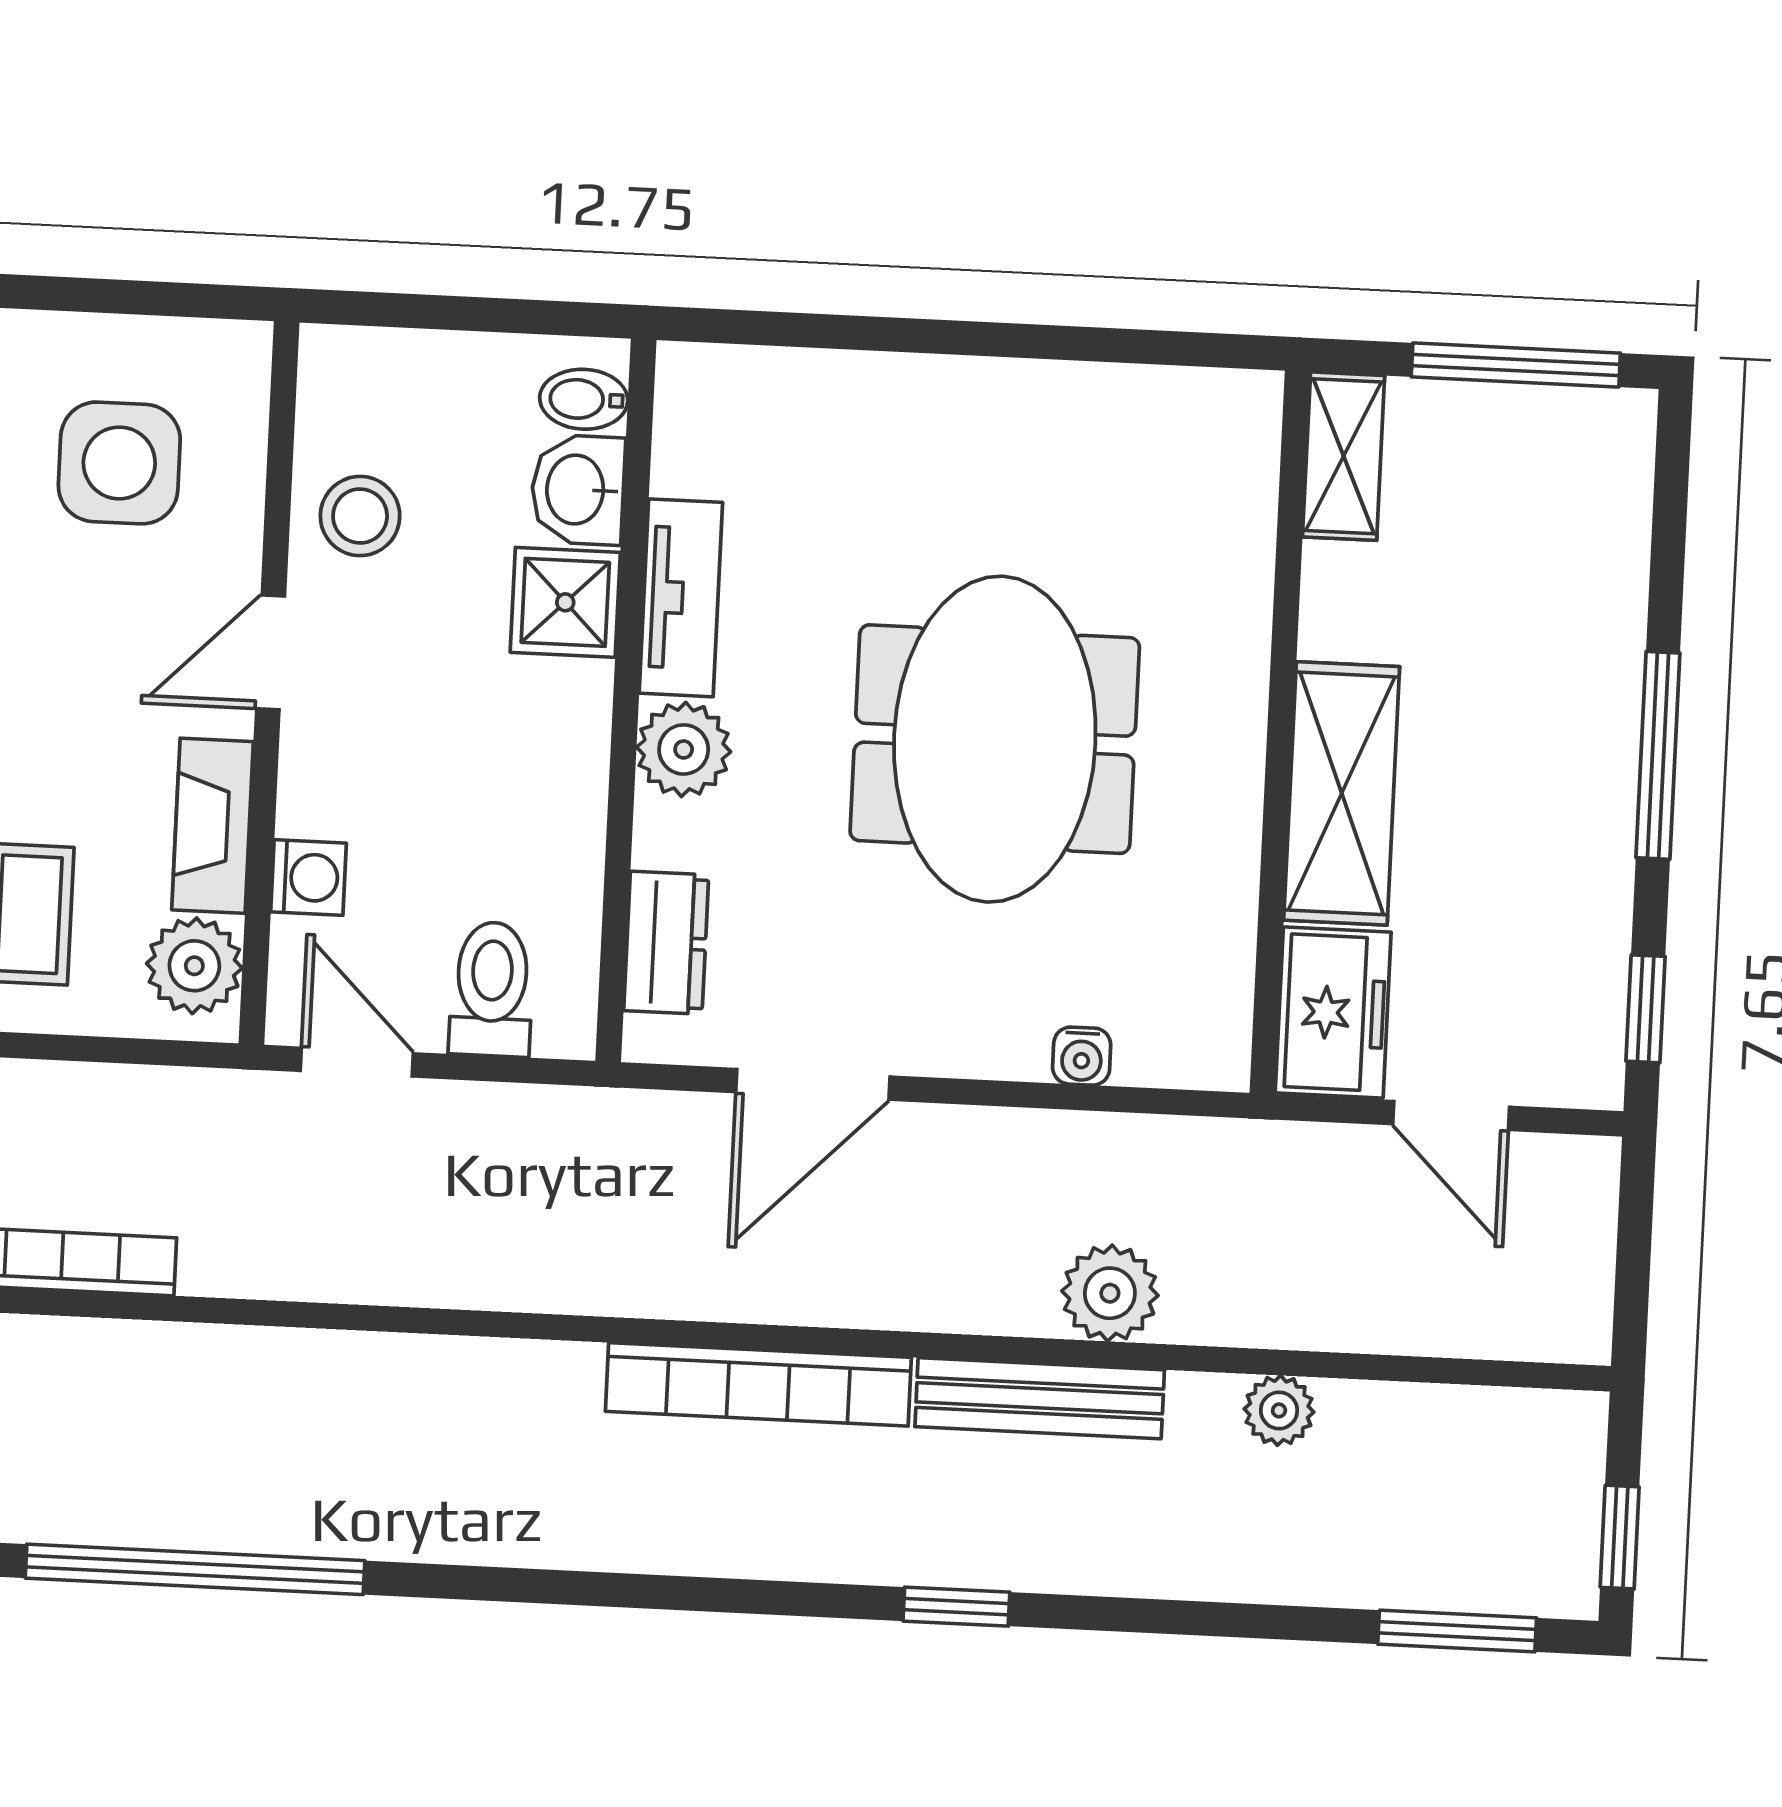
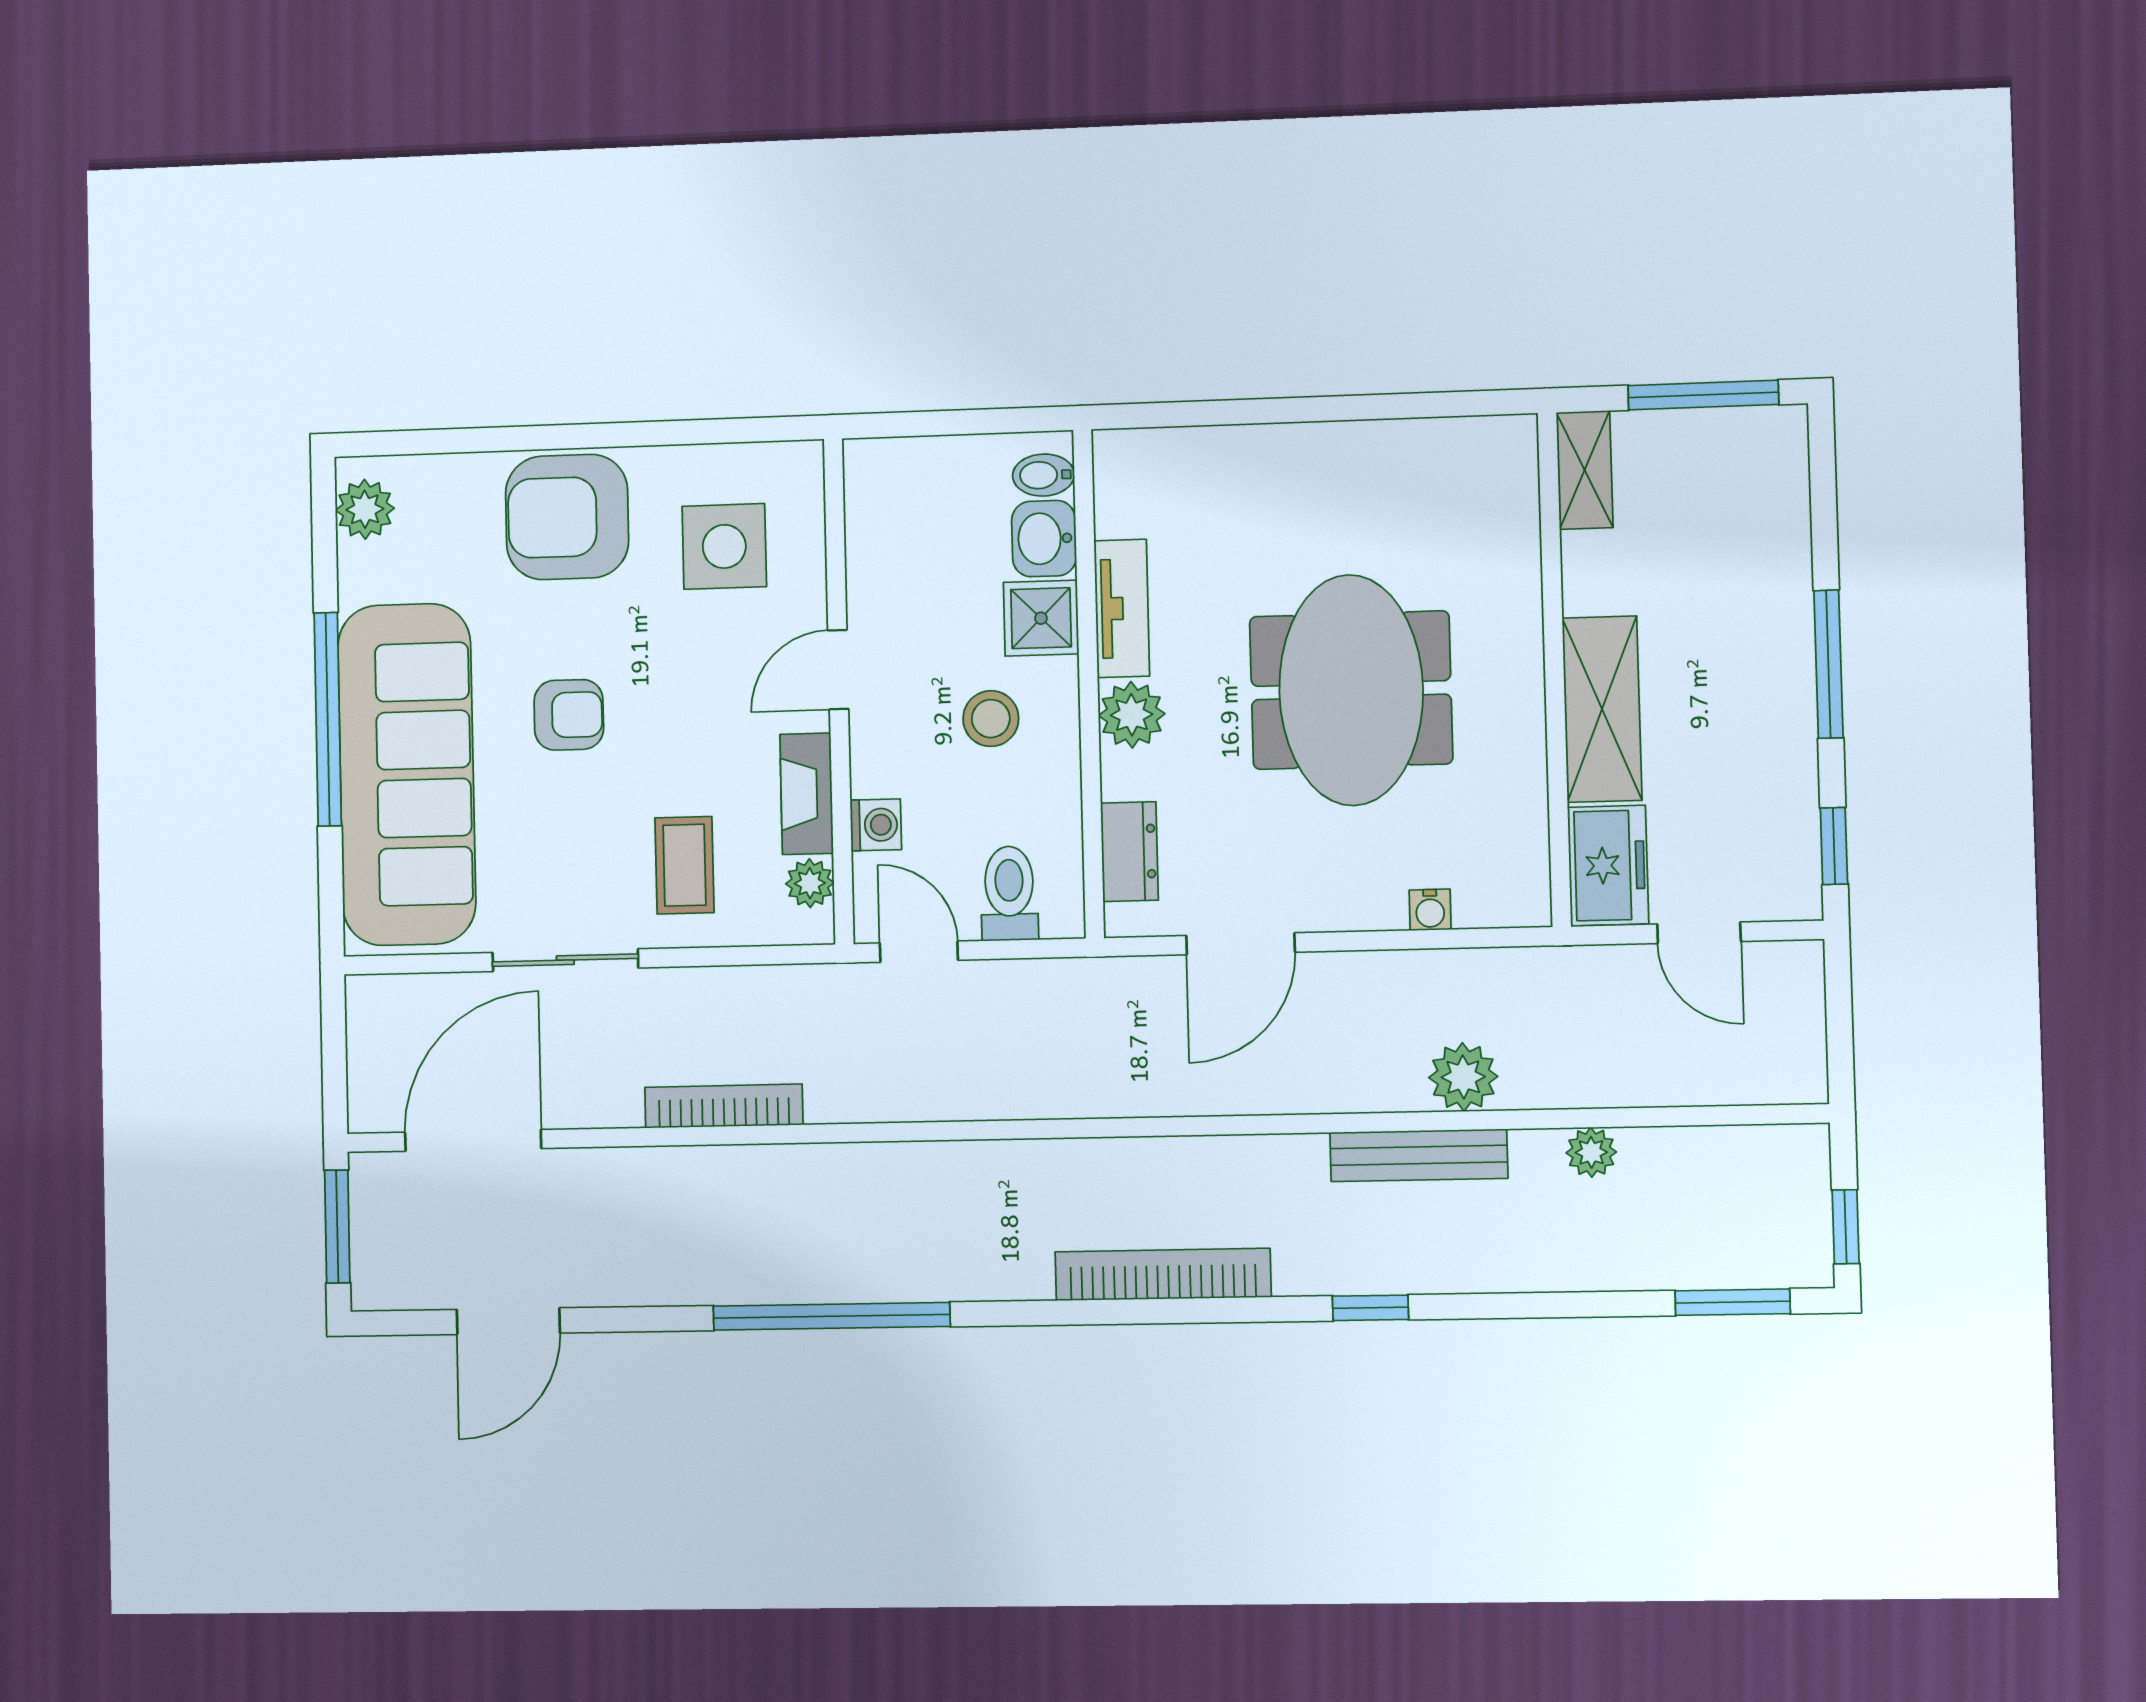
stool: (360, 516) -> (991, 719), moved
plant: (194, 966) -> (810, 883), width x0.73, depth x0.73
bookcase: (758, 1384) -> (1163, 1274), moved, turned 180

